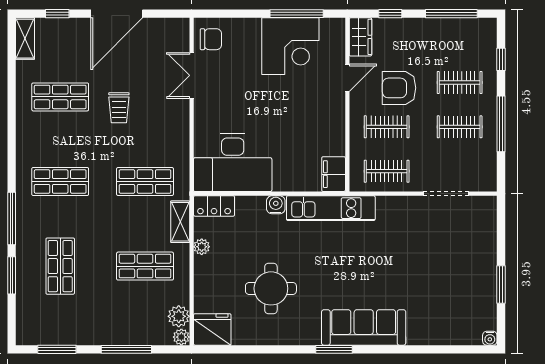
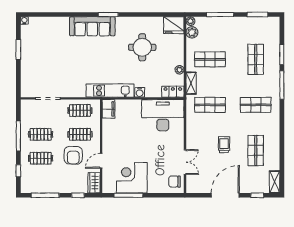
armchair: (399, 88) -> (73, 155), turned 90
shop shelf: (60, 97) -> (256, 150), turned 90

